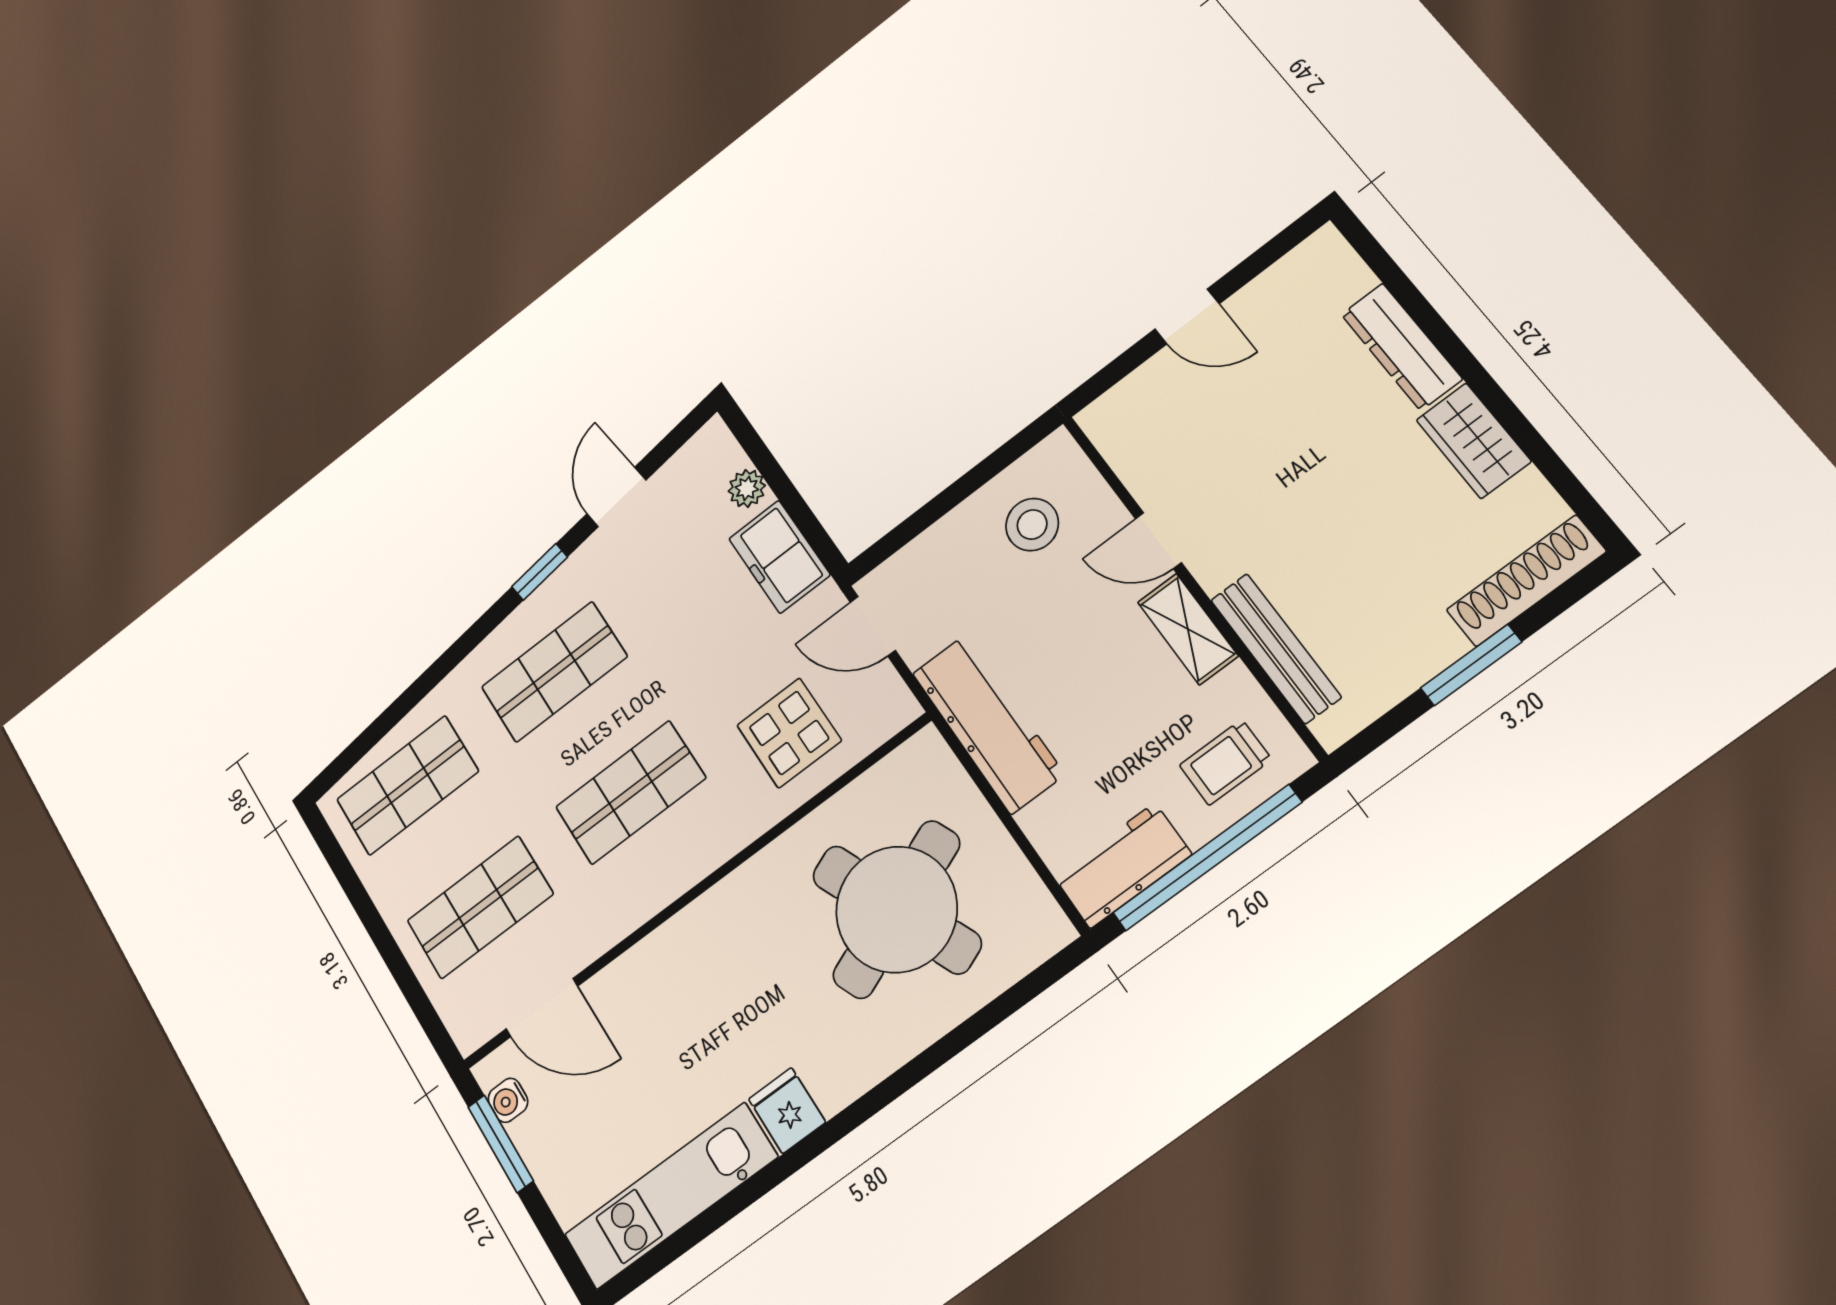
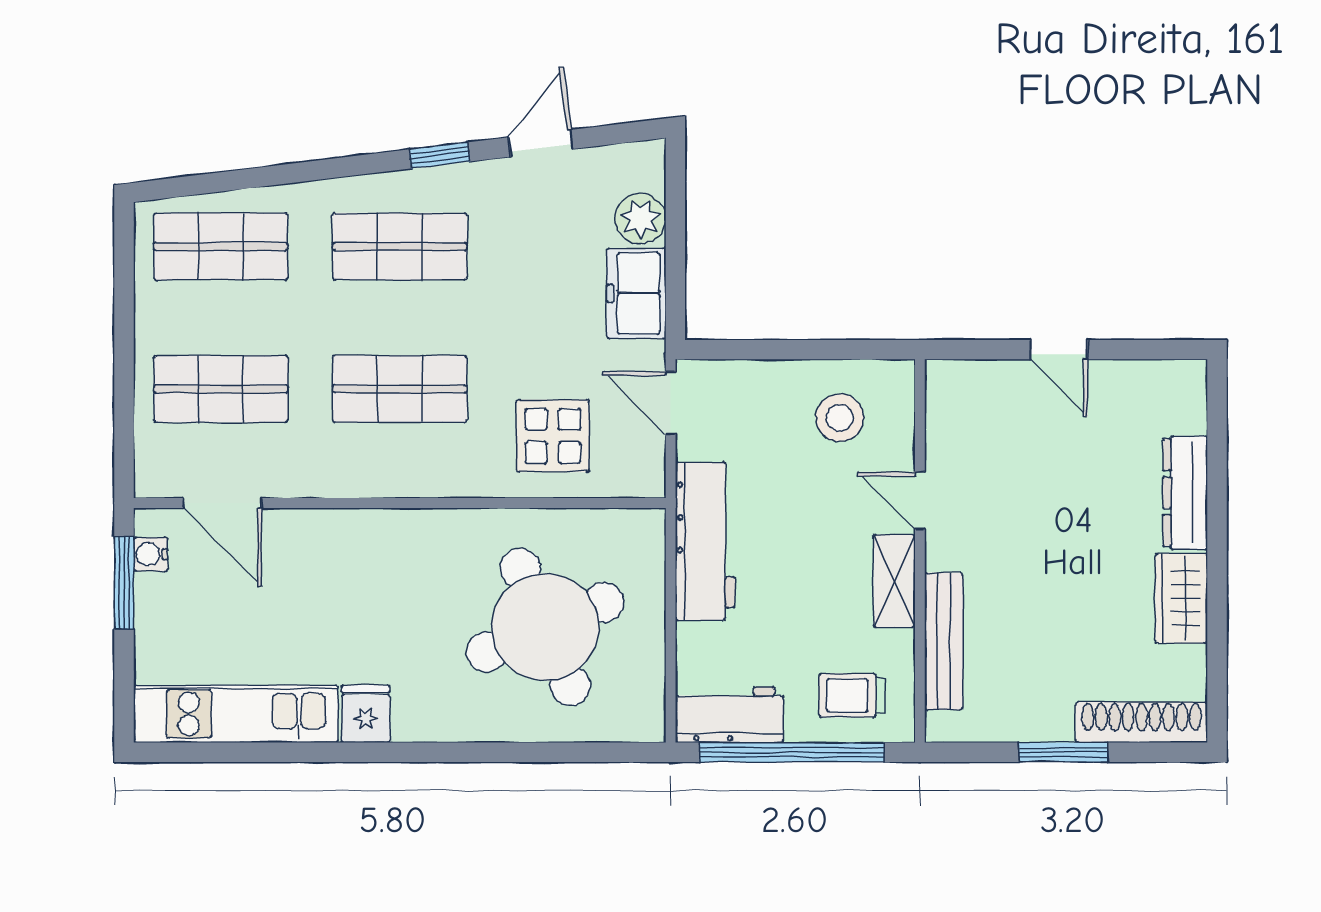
plant: (747, 488) -> (641, 219), width x1.38, depth x1.38

